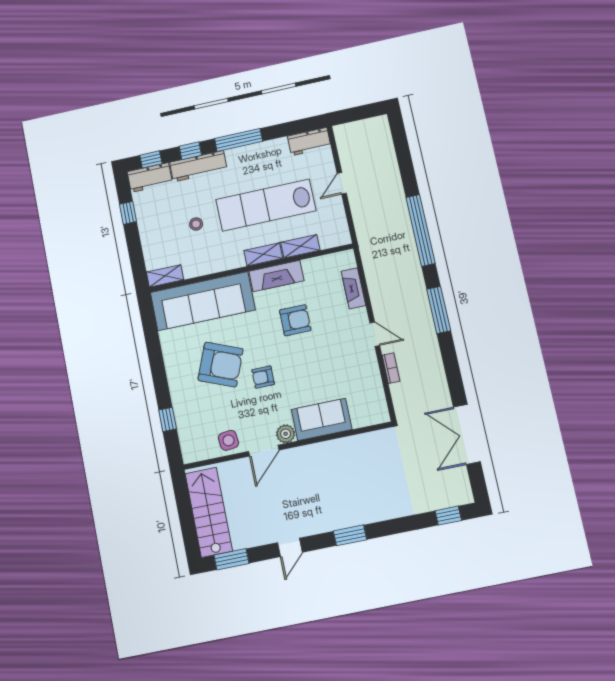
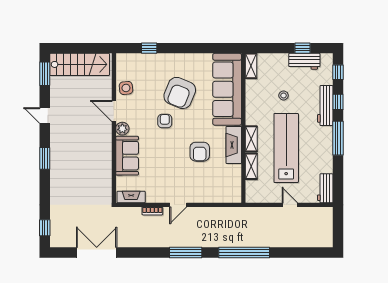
workbench: (150, 178) -> (304, 61), moved, turned -90
fireplace: (353, 288) -> (131, 197), moved

